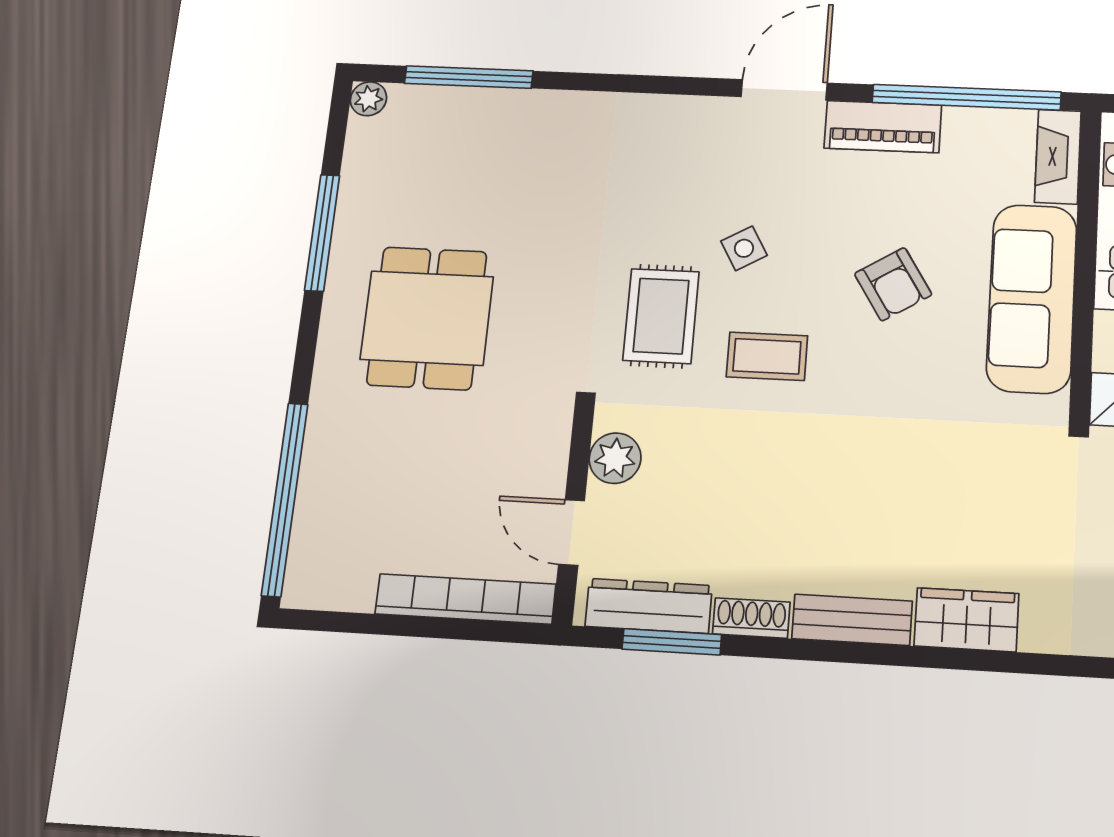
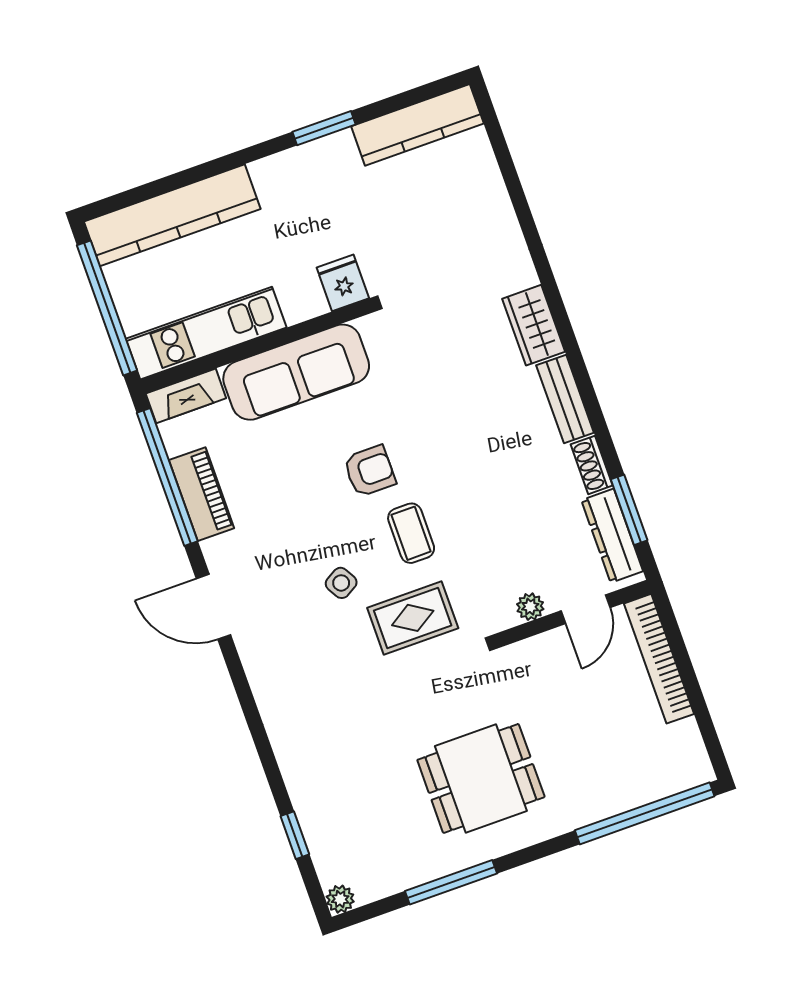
window: (469, 77) -> (295, 835), width x0.46
piano: (883, 127) -> (202, 494), moved
armchair: (893, 284) -> (370, 471), moved, turned 32
plant: (615, 458) -> (530, 607), width x0.73, depth x0.73

